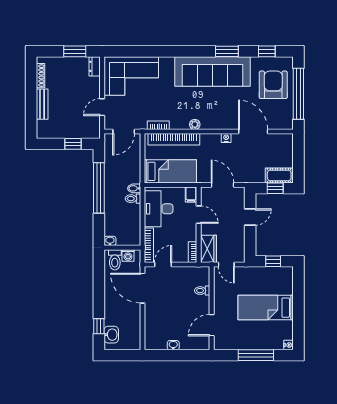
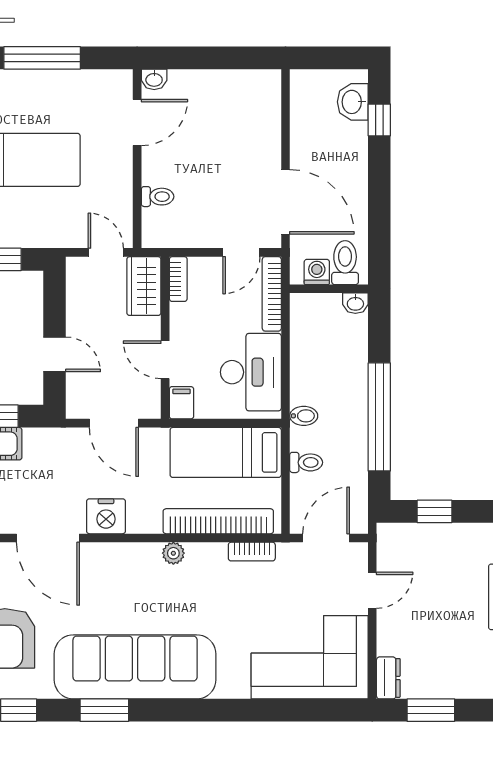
nightstand: (226, 138) -> (106, 516), width x1.89, depth x1.79
toilet: (133, 199) -> (306, 462), moved
door: (250, 217) -> (55, 354), swing flipped
washbasin: (173, 345) -> (154, 79), moved

